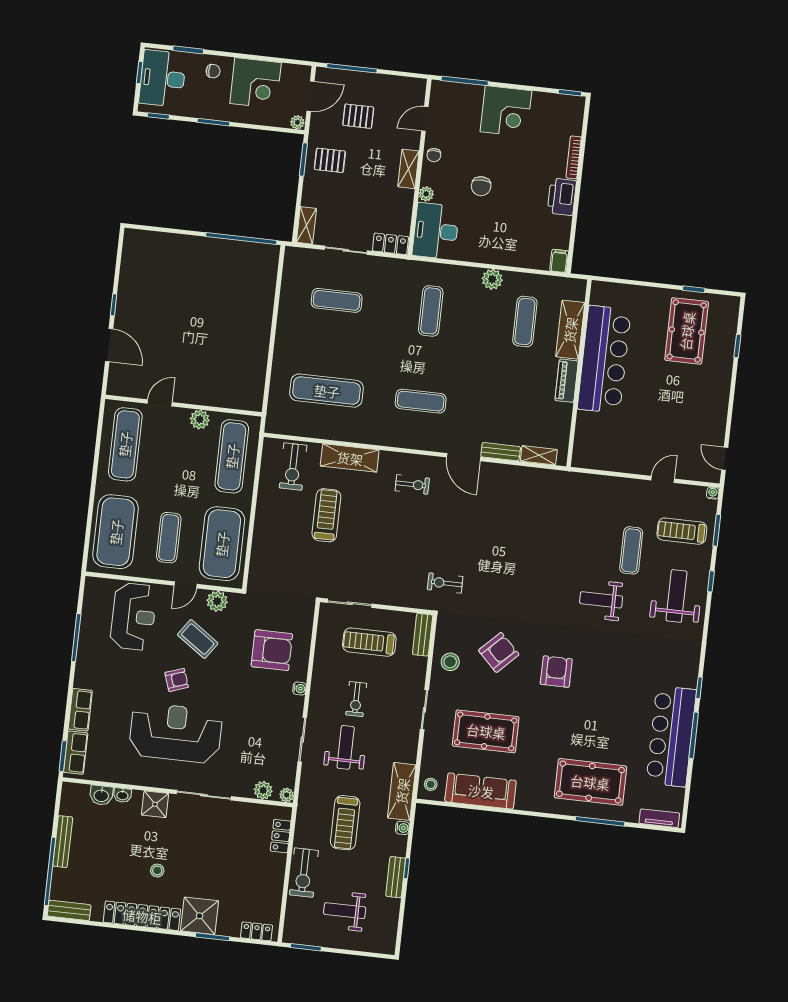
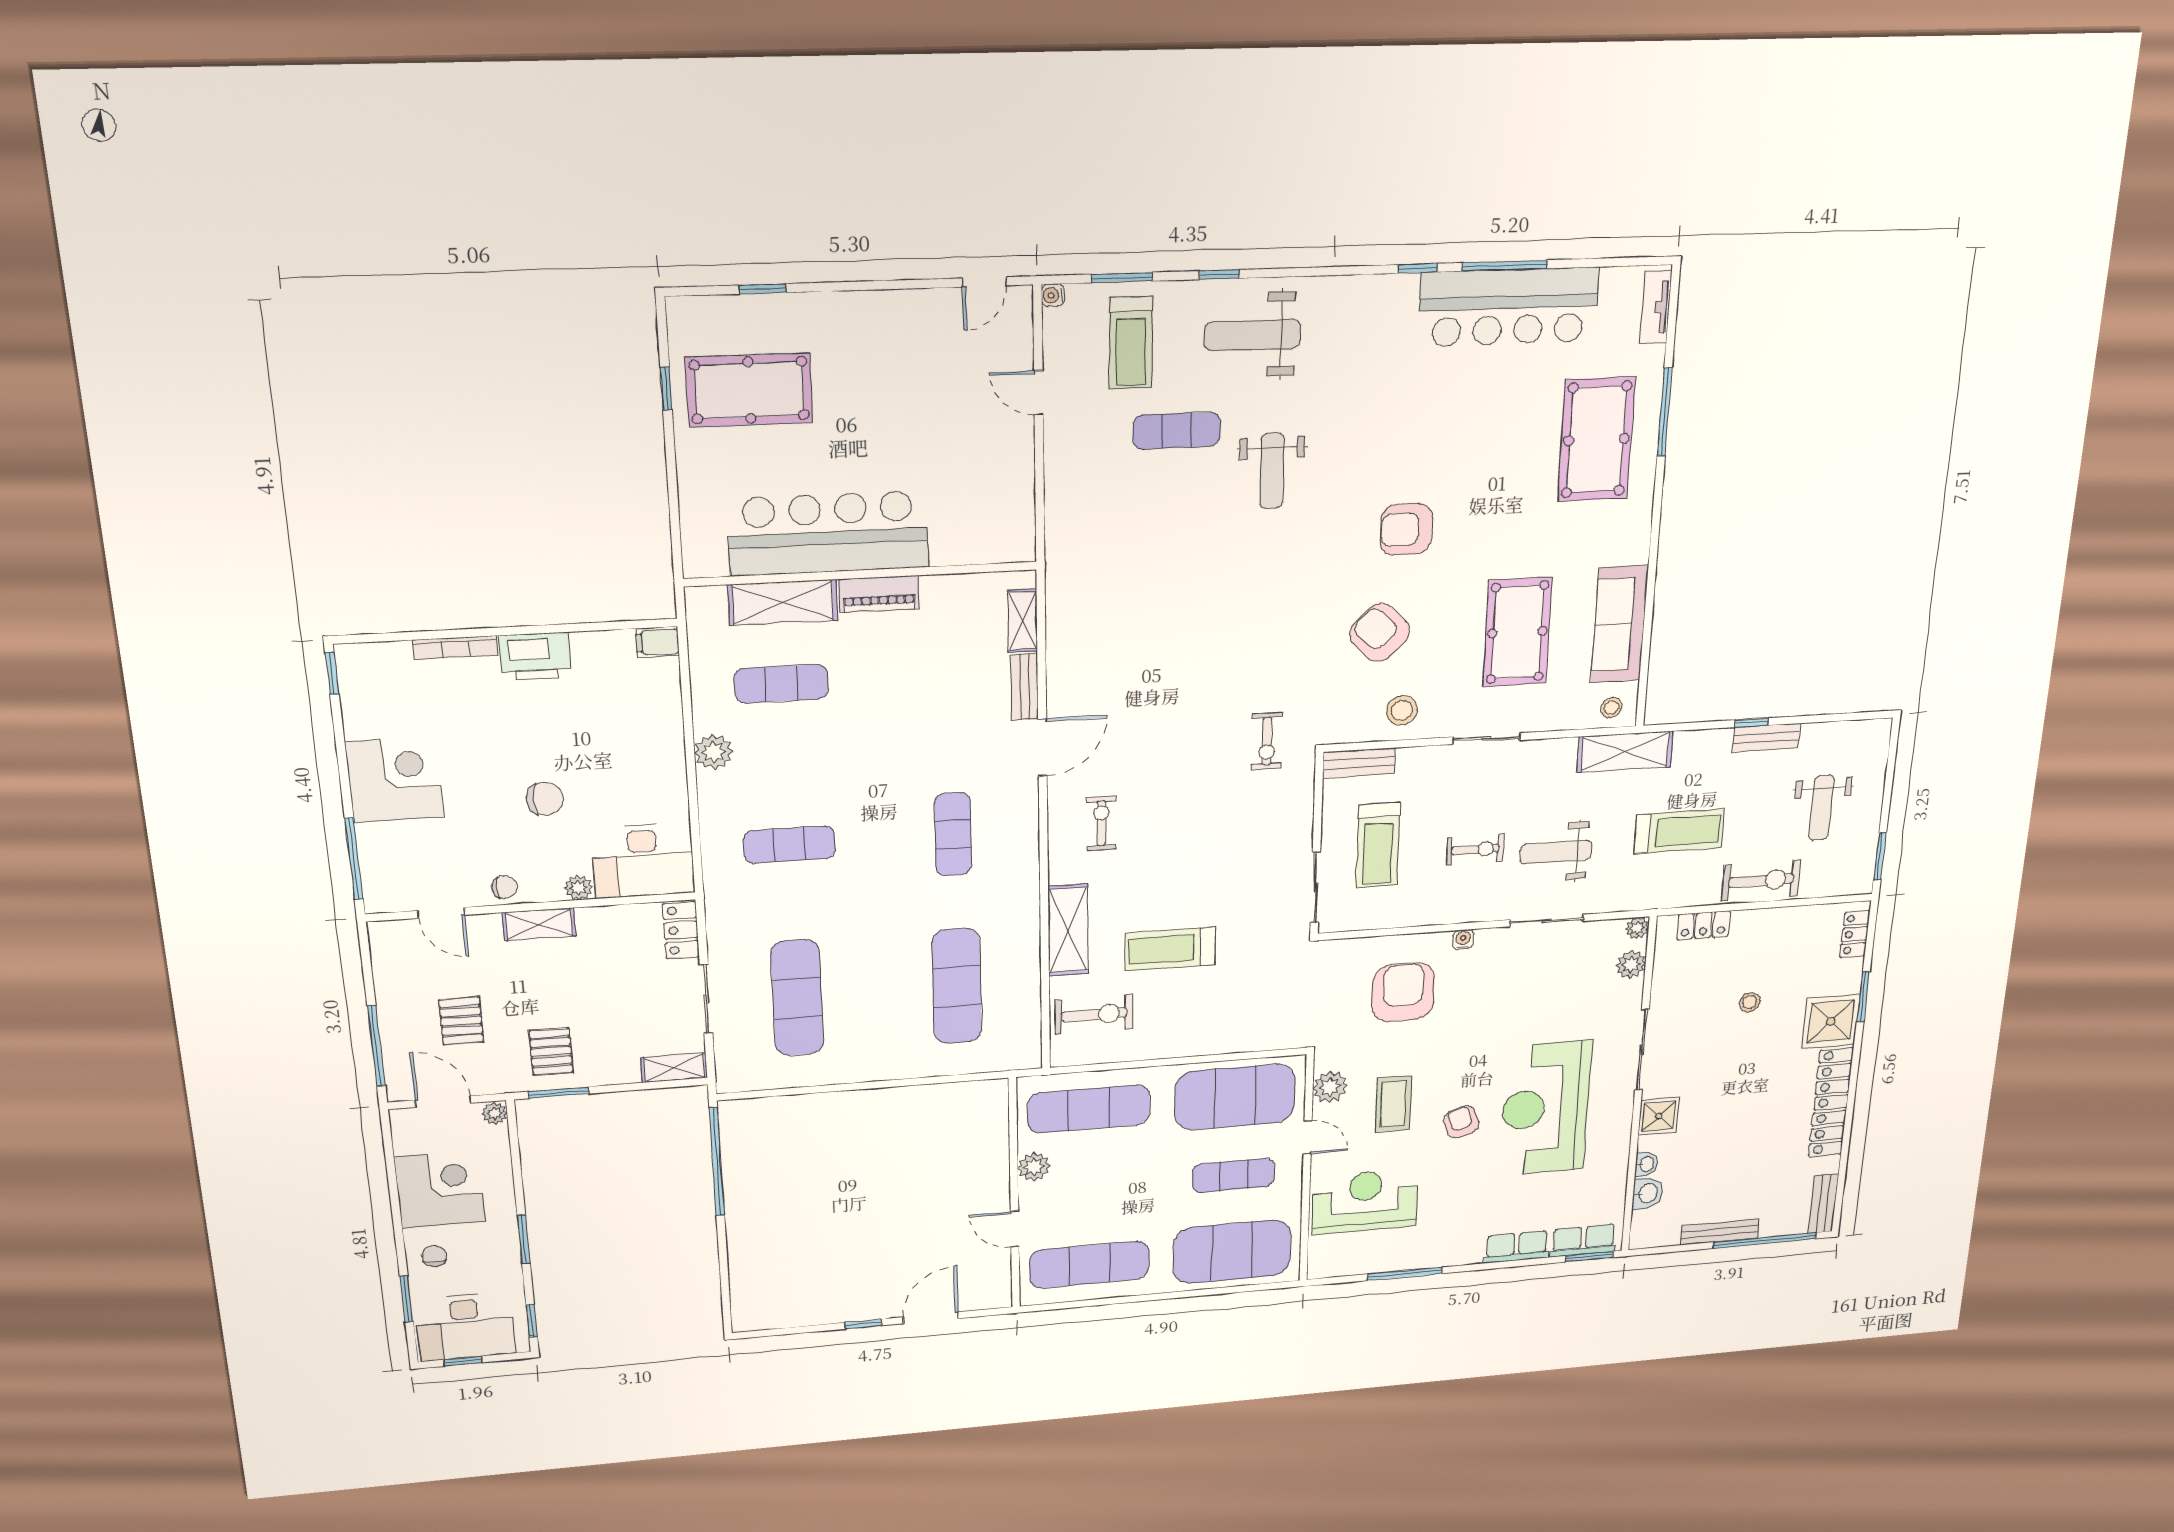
exercise mat: (337, 300) -> (797, 998), width x1.36, depth x1.45
coffee table: (198, 639) -> (1394, 1104), turned -35
water cooler: (402, 828) -> (1685, 741), removed
stool: (157, 871) -> (1750, 1002), moved

